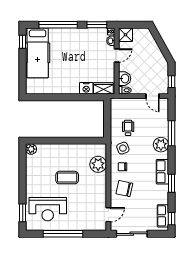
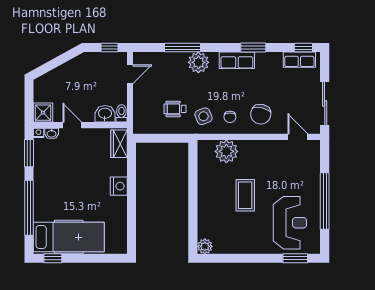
nightstand: (86, 88) -> (119, 186), moved

